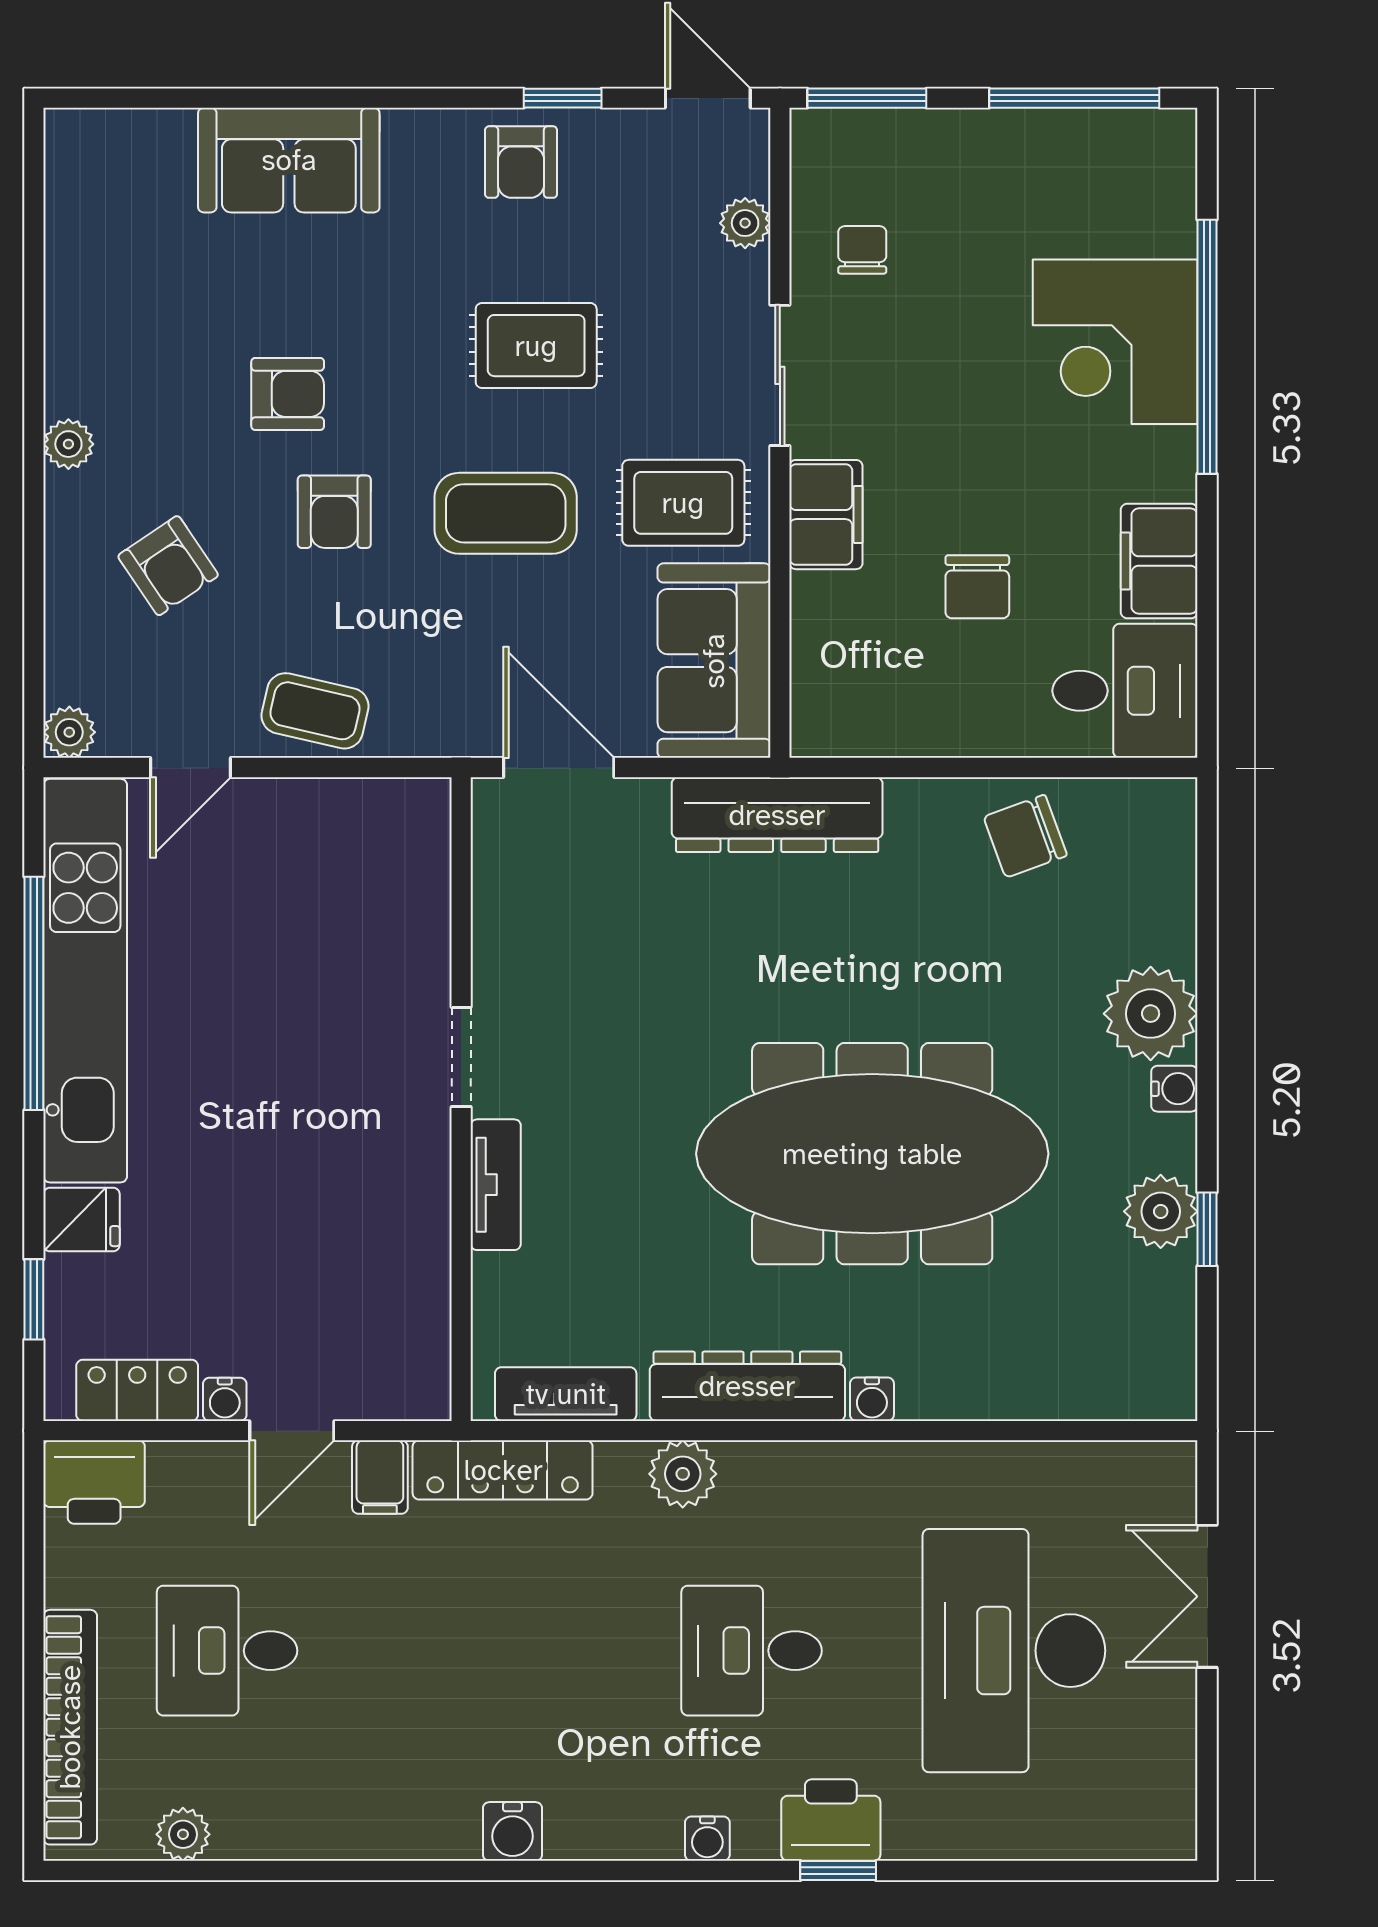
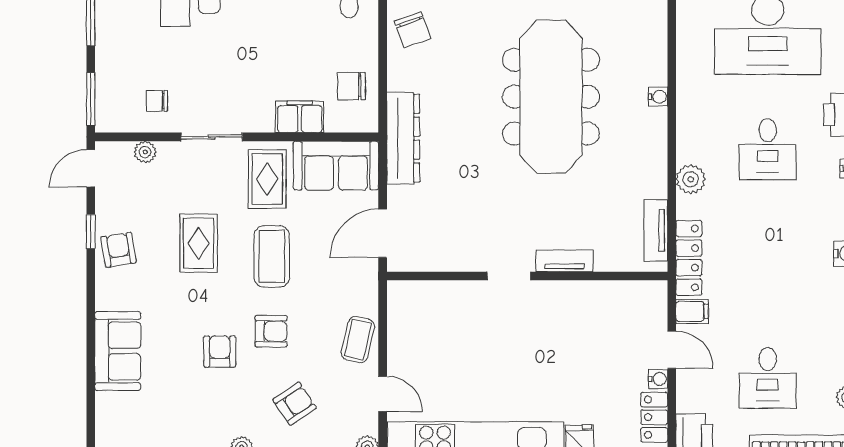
armchair: (521, 162) -> (119, 250), turned -99
filing cabinet: (826, 515) -> (300, 117), moved
chair: (977, 587) -> (351, 86), moved, turned 180
dresser: (747, 1386) -> (652, 151), removed

